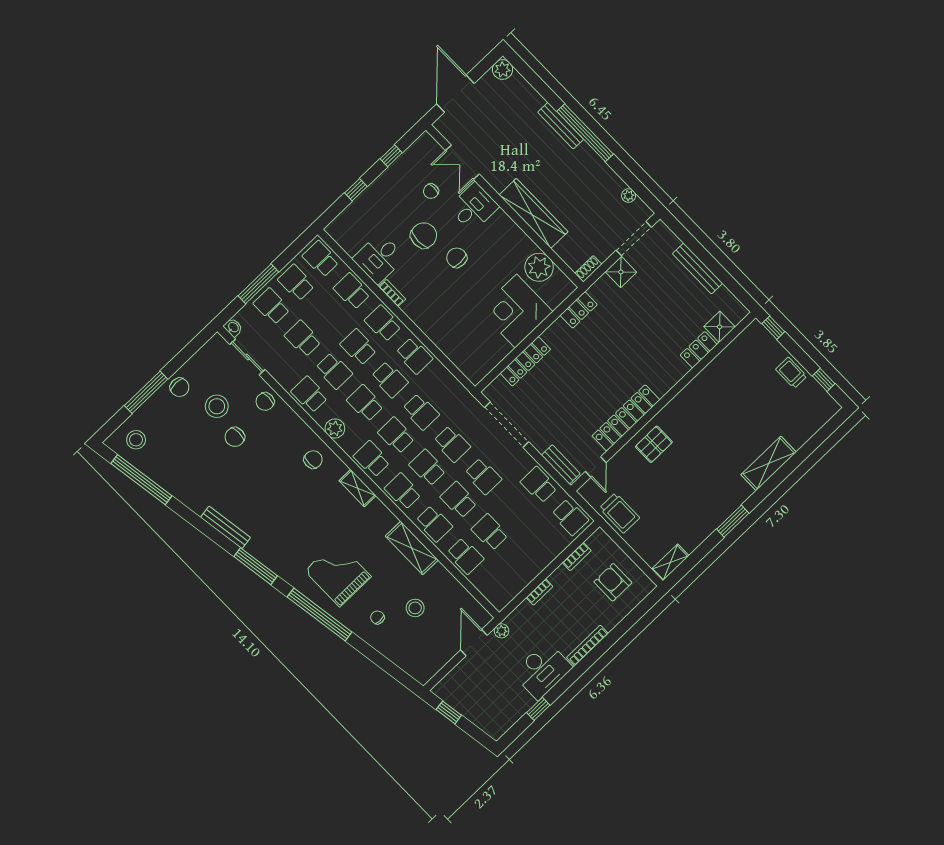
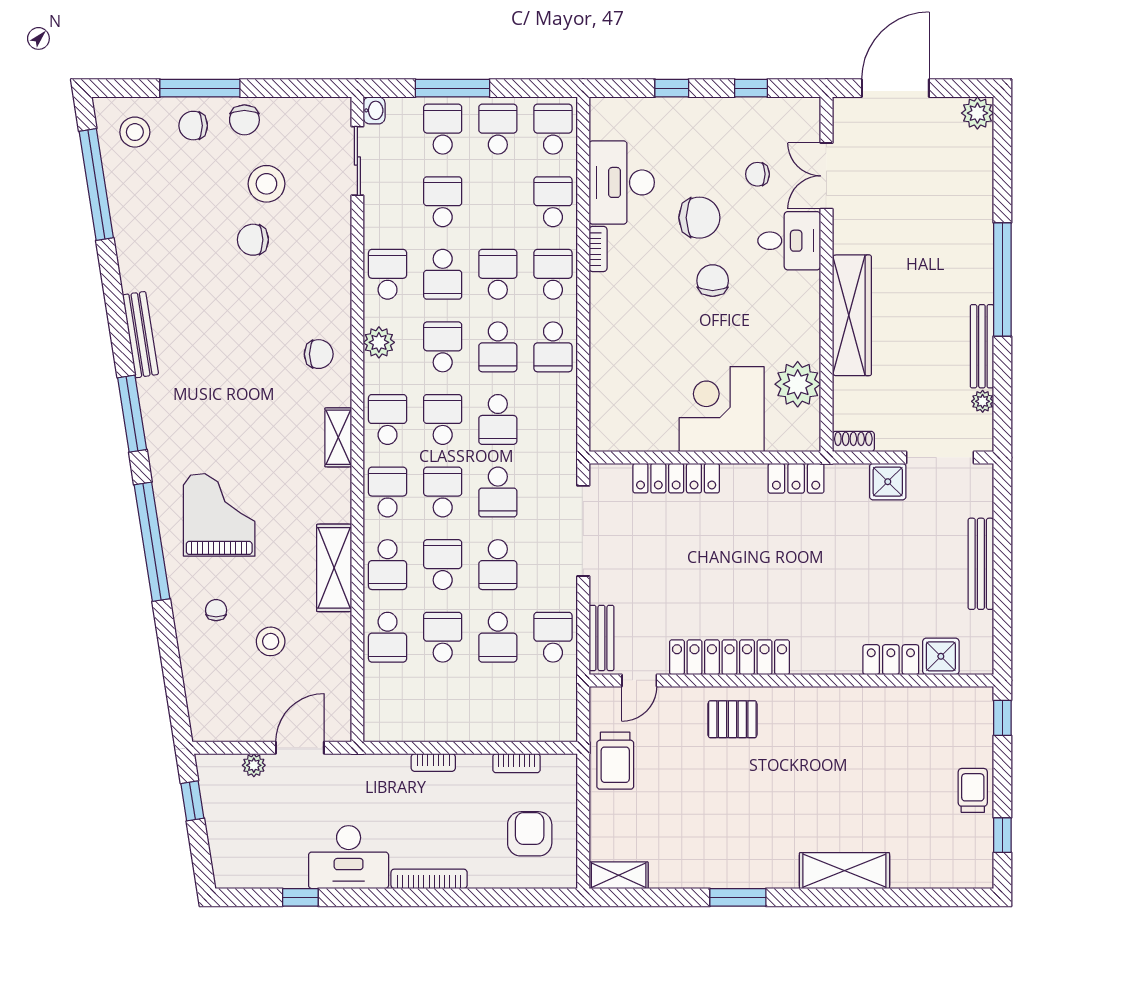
bench: (561, 126) -> (982, 346), moved
desk: (379, 258) -> (622, 182), width x1.37
chair: (265, 402) -> (193, 126), moved
school desk: (570, 517) -> (498, 637), moved
plant: (502, 631) -> (254, 765), moved

